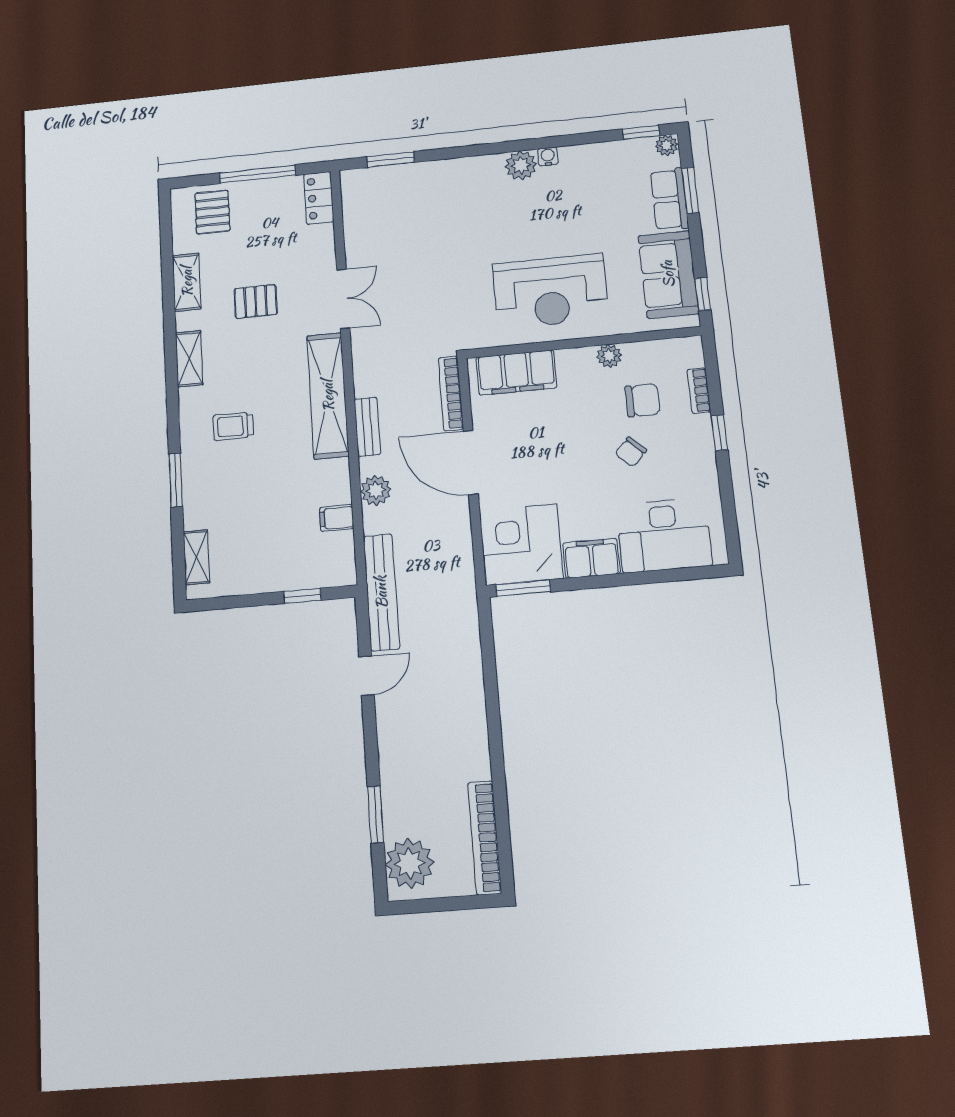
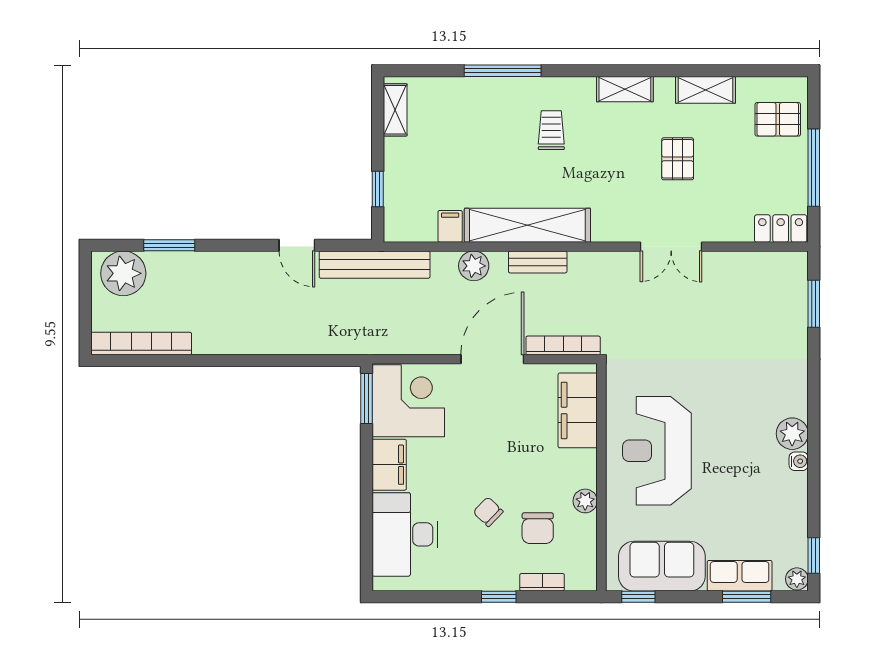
shelving: (328, 396) -> (527, 225), moved
window: (176, 480) -> (503, 71), width x1.44
shelving: (196, 557) -> (395, 110), moved, turned 90

